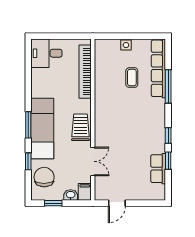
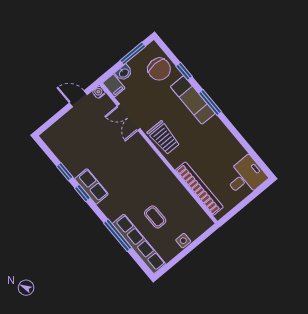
exam couch: (42, 128) -> (193, 100), width x0.73, depth x0.69
row of seats: (158, 169) -> (91, 186), moved
water cooler: (99, 196) -> (99, 92), added
window: (53, 203) -> (133, 53), width x1.50
door: (117, 203) -> (78, 99), hinge flipped

